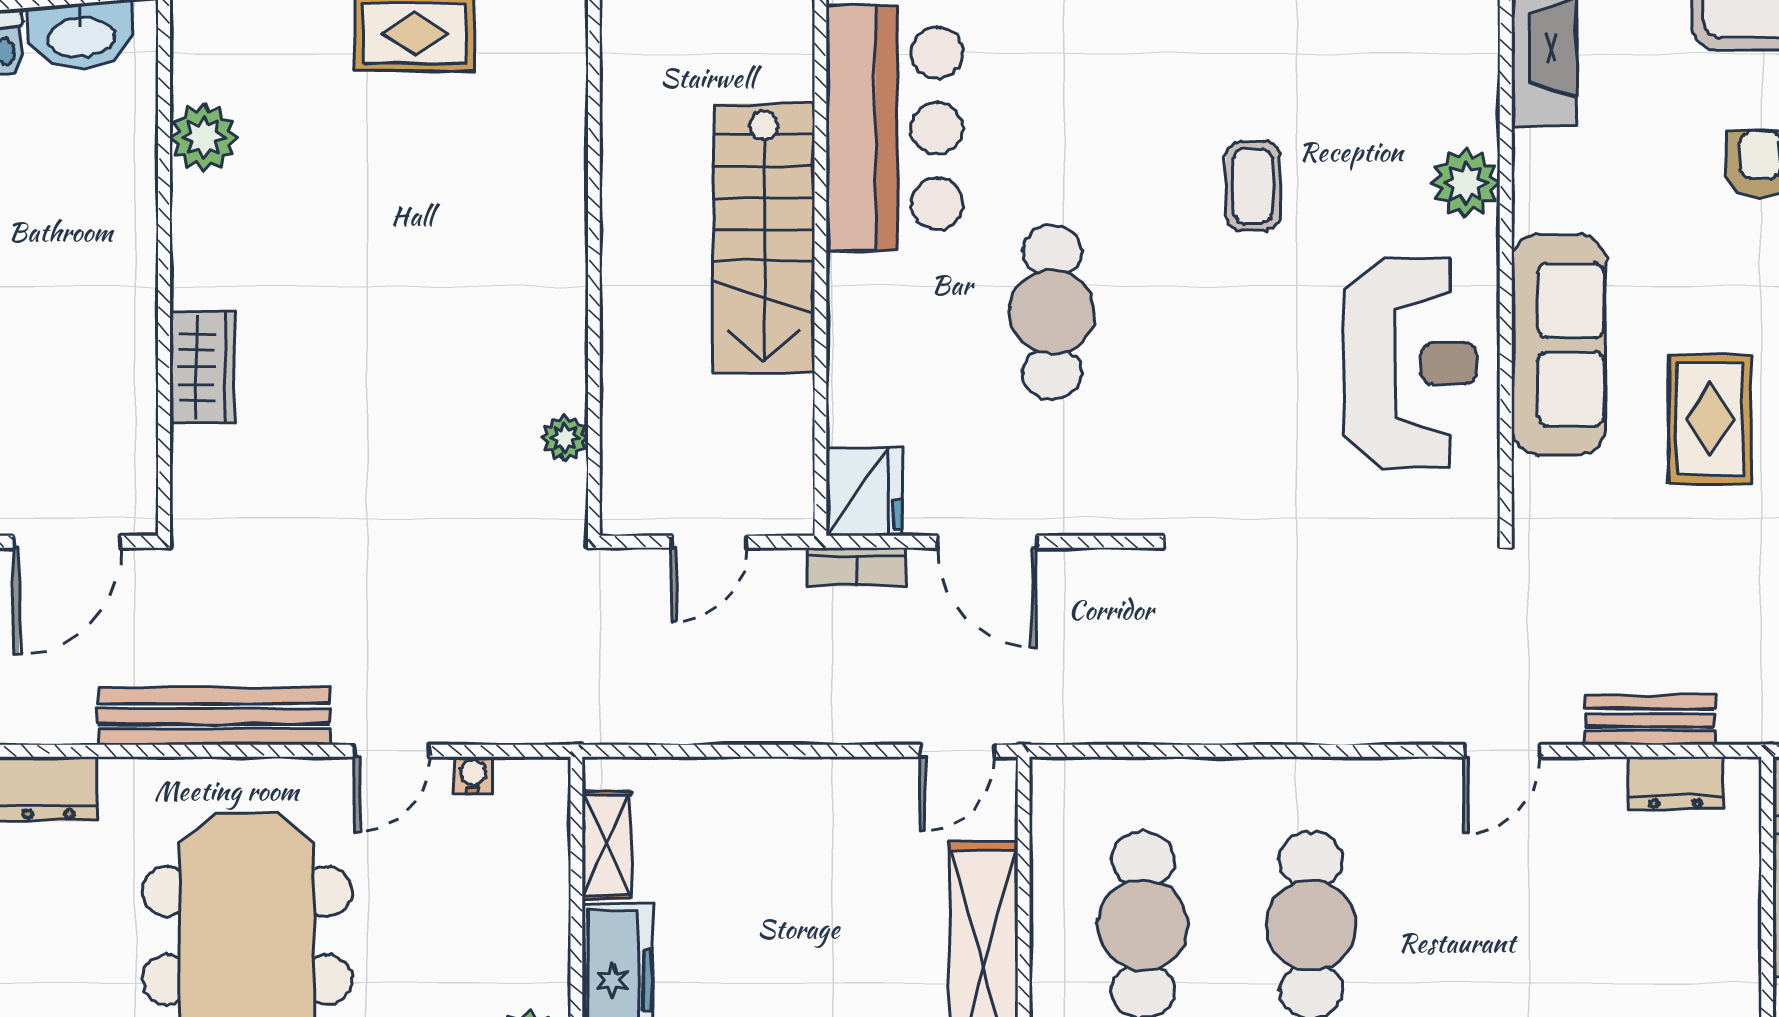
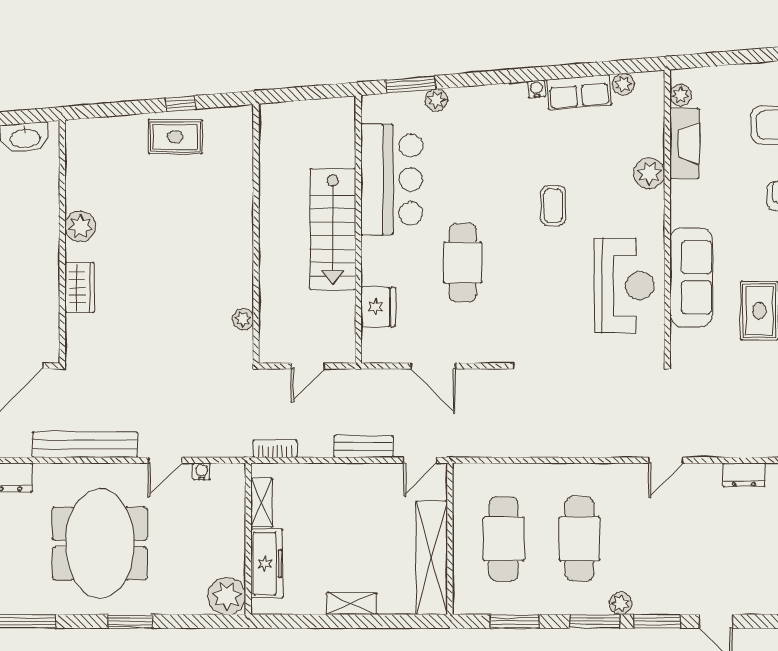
plant: (204, 137) -> (80, 226), moved
plant: (1466, 183) -> (649, 173), moved
fridge: (864, 492) -> (378, 307), moved
bookcase: (857, 567) -> (275, 449), moved, turned 180
bench: (1650, 720) -> (363, 446), moved

